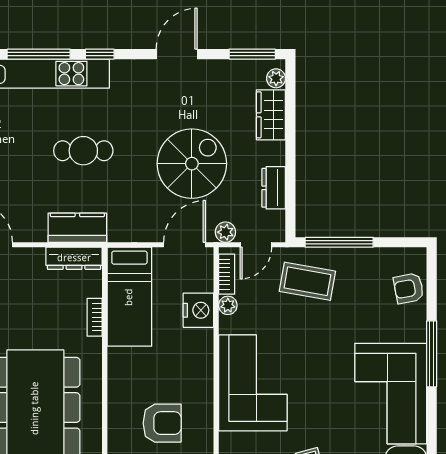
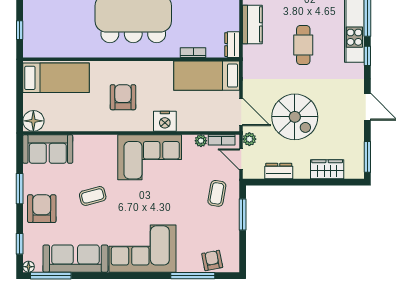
plant: (276, 78) -> (351, 173), removed
kitchen counter: (77, 228) -> (252, 24), moved
window: (339, 242) -> (243, 214), width x0.69
dresser: (74, 258) -> (232, 45), width x0.70
coffee table: (307, 281) -> (217, 193), width x0.73, depth x0.77
nightstand: (198, 310) -> (165, 121), moved
window: (432, 354) -> (193, 276), moved
armchair: (162, 423) -> (123, 97), turned 180

